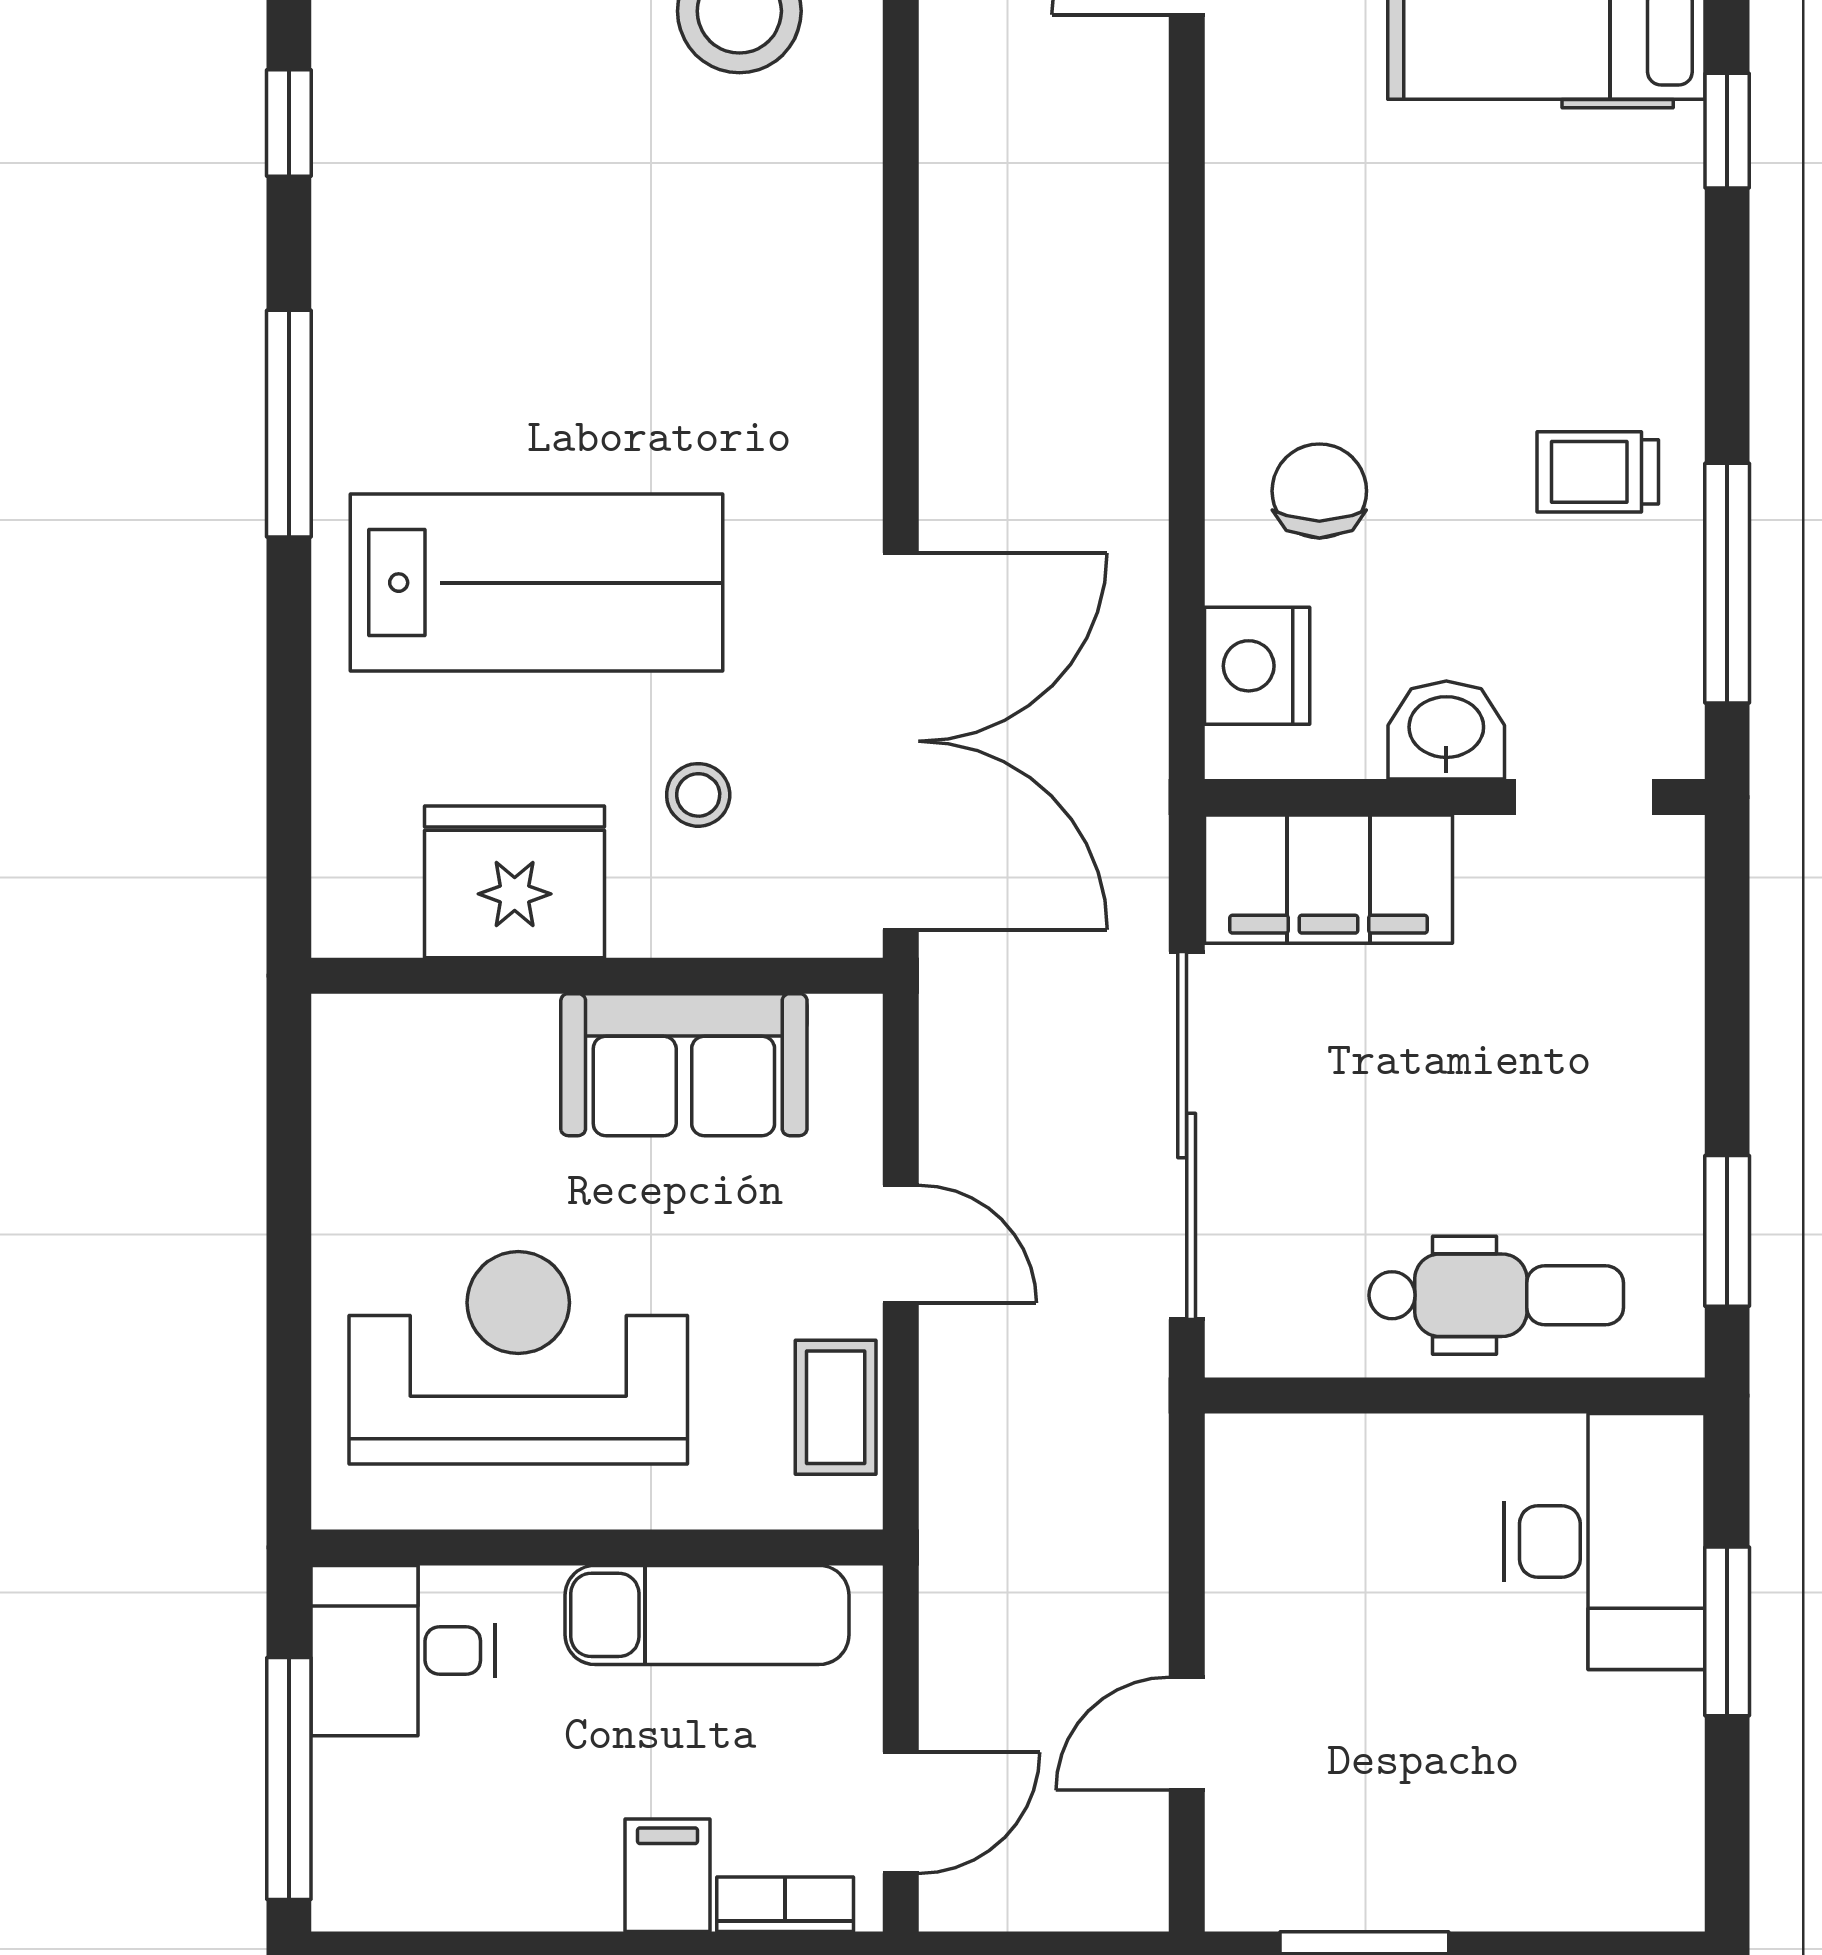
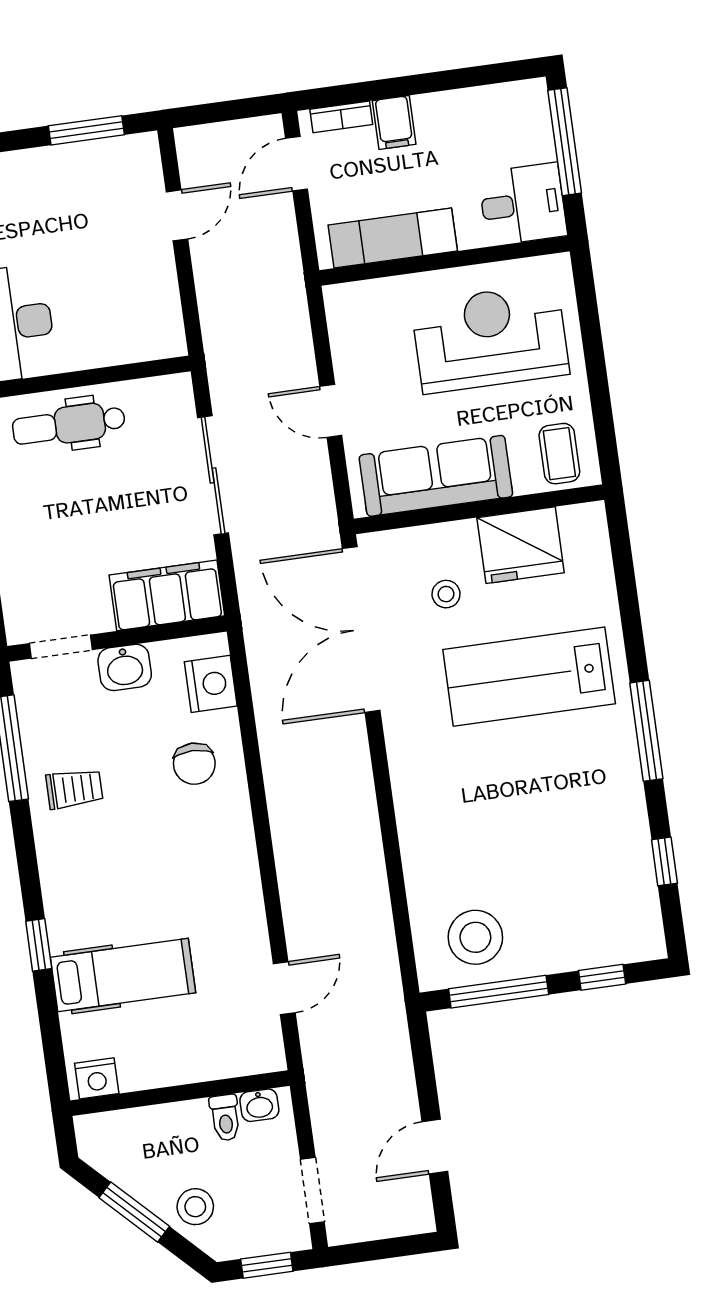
sofa: (684, 1065) -> (436, 476), width x1.36
sliding door: (1187, 1135) -> (213, 475), width x0.73
reception desk: (518, 1358) -> (490, 338), turned 180
coffee table: (836, 1407) -> (559, 454), moved

